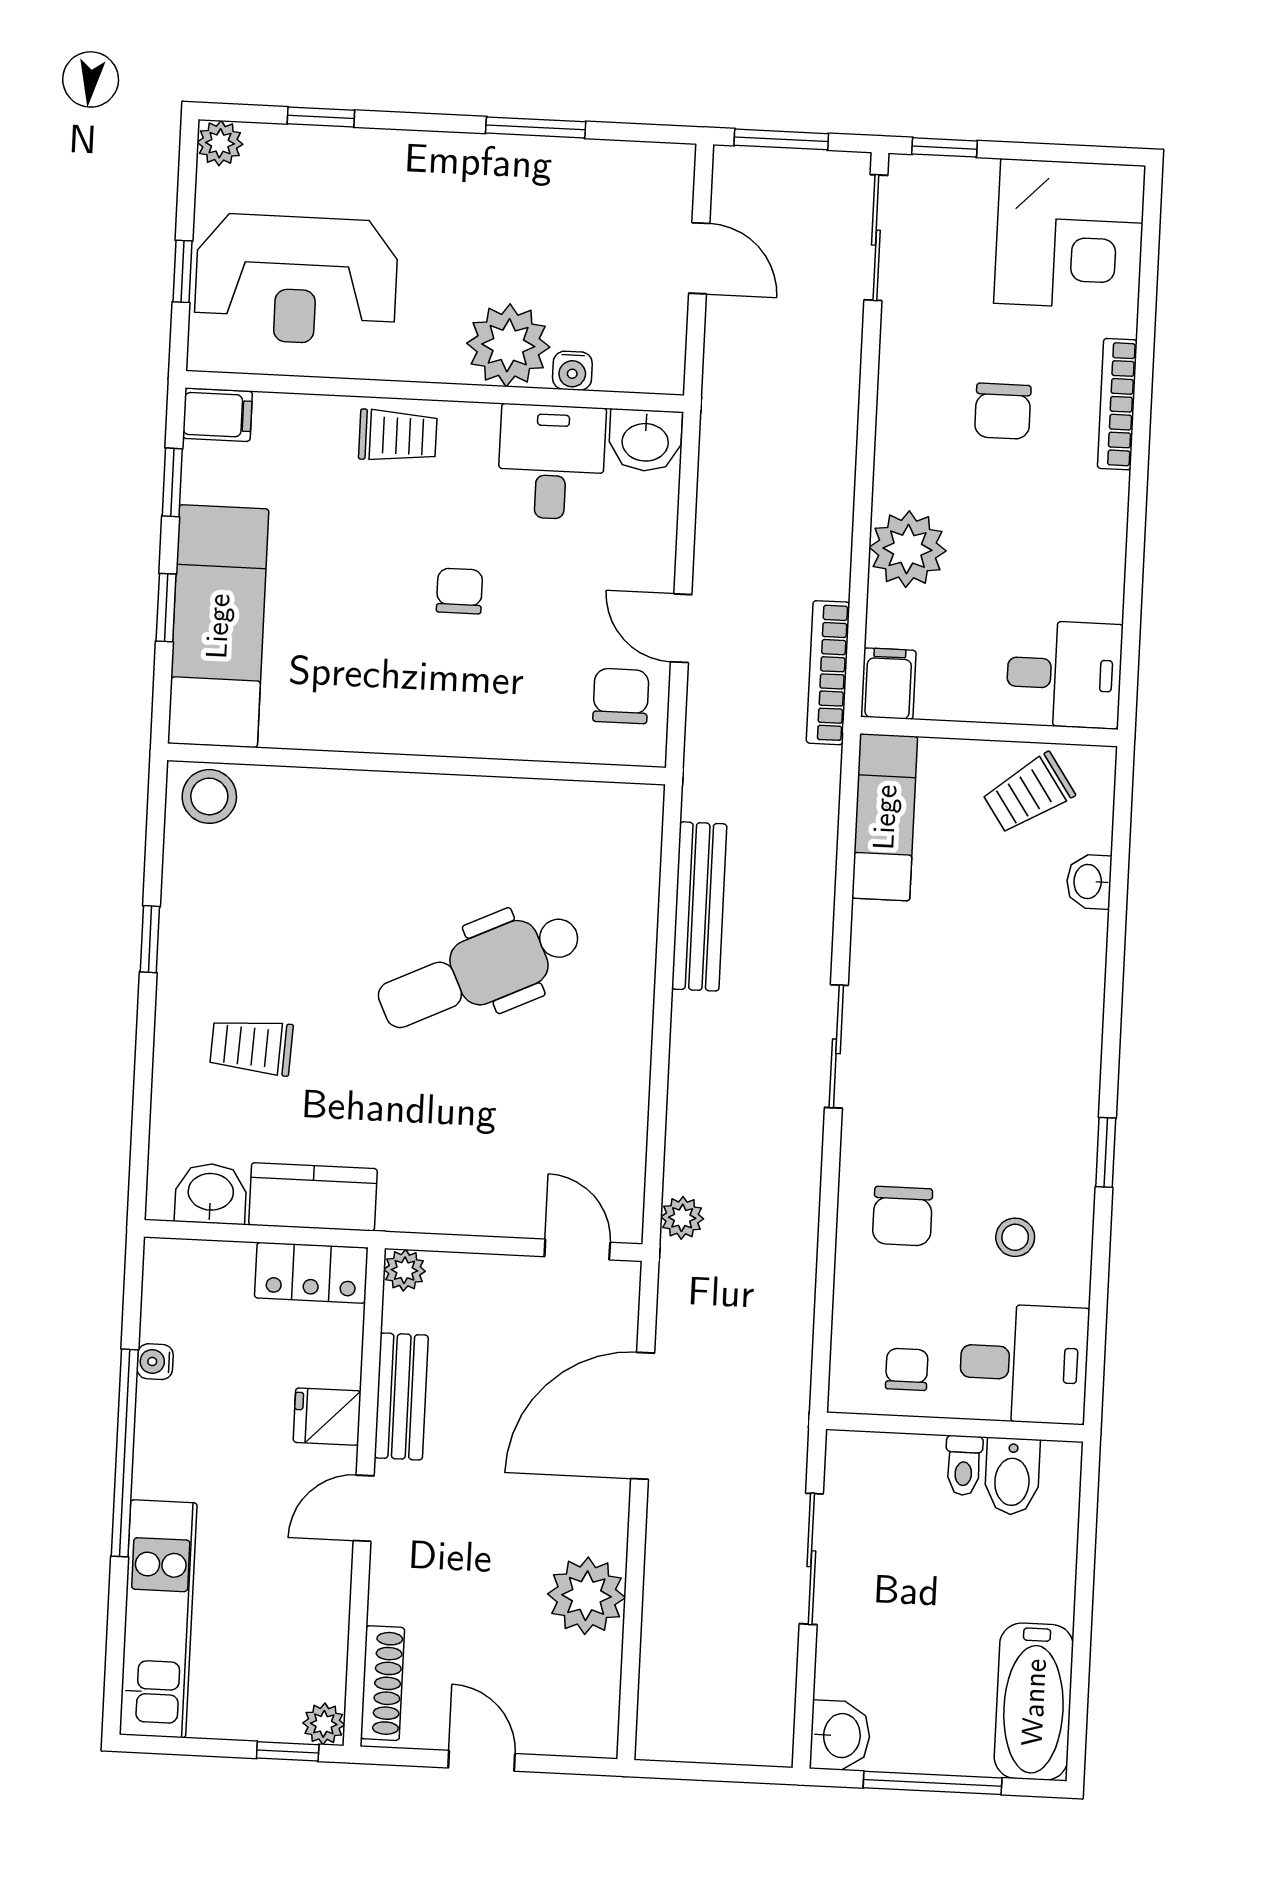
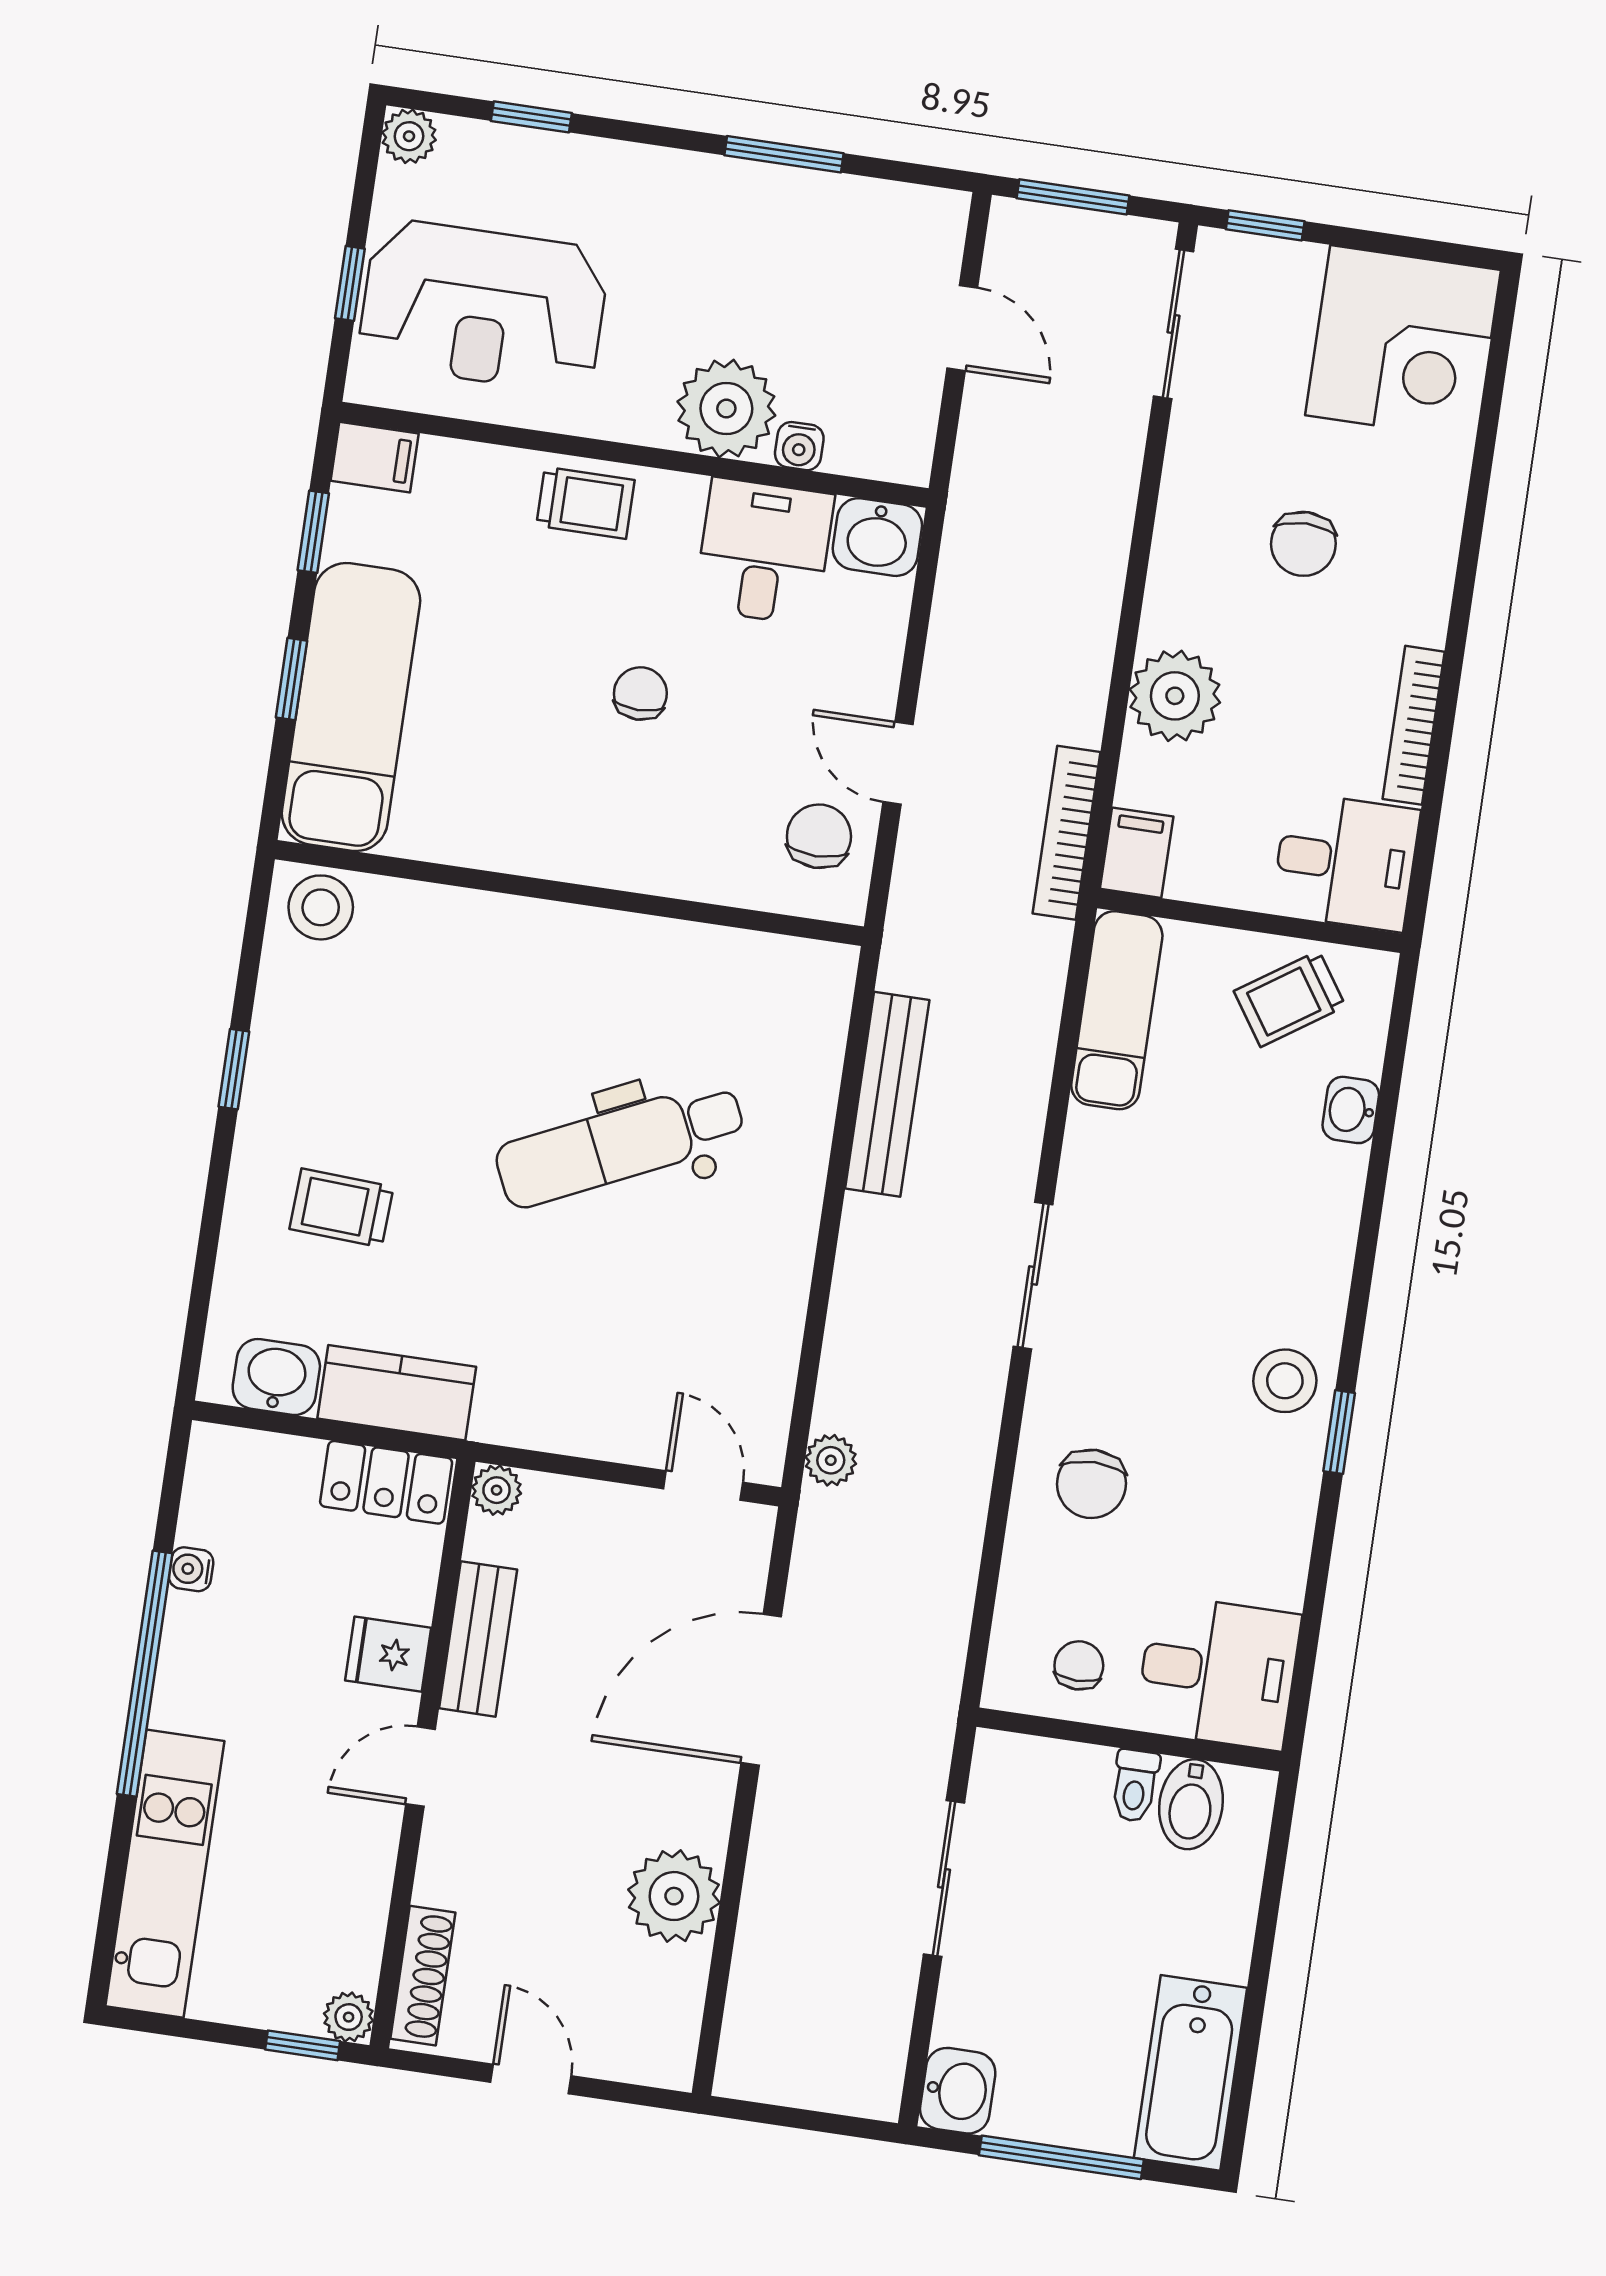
bookcase: (1117, 404) -> (1414, 725), moved
stool: (1015, 1237) -> (1285, 1381), moved, width x1.37, depth x1.37

